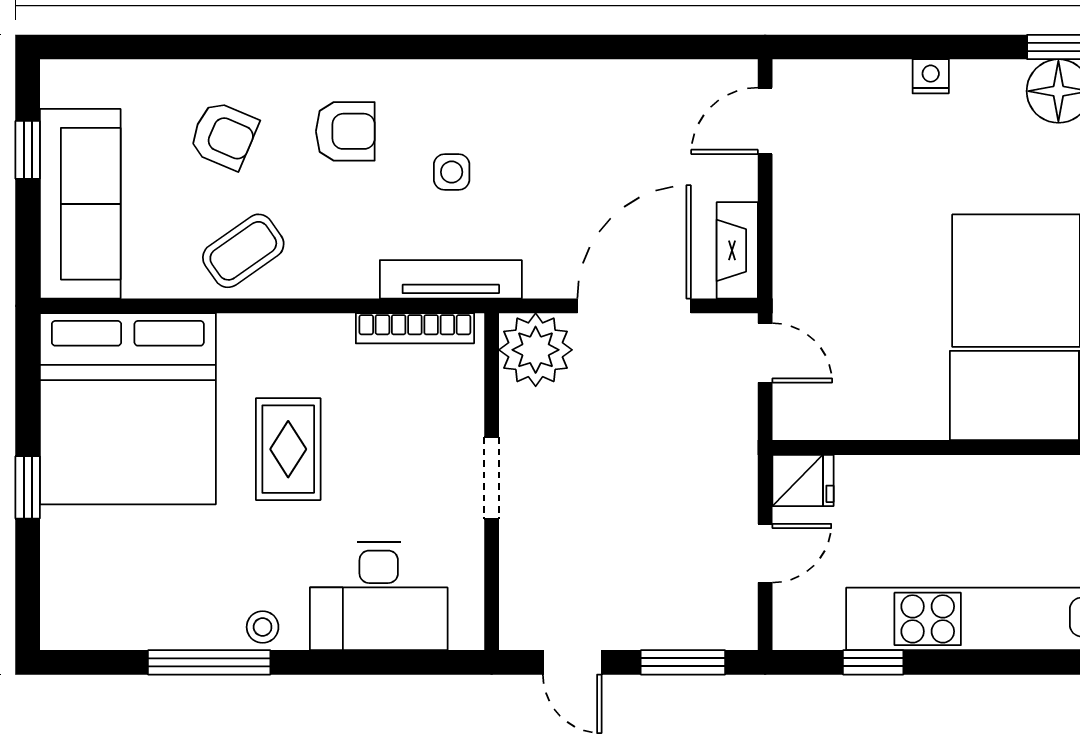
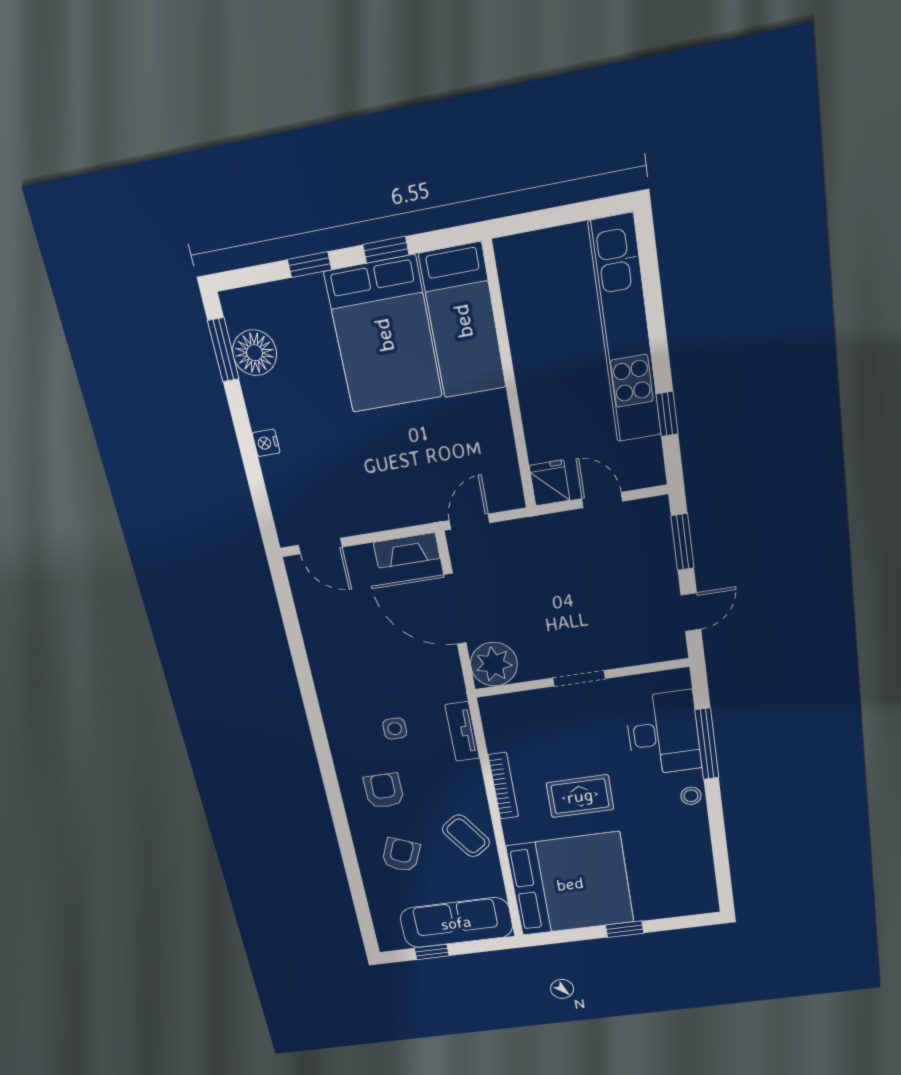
tv unit: (451, 279) -> (462, 731), width x0.71
bookcase: (415, 328) -> (503, 786), moved
window: (209, 662) -> (707, 744), moved

